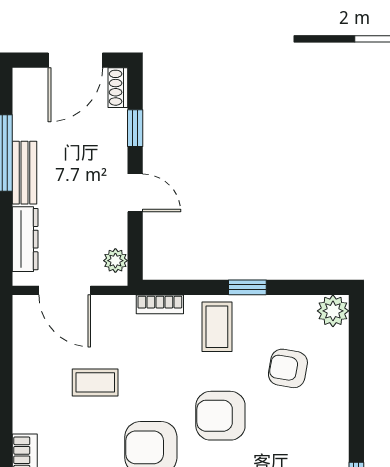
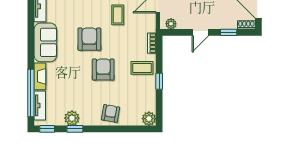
armchair: (288, 368) -> (110, 113), moved

